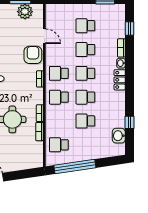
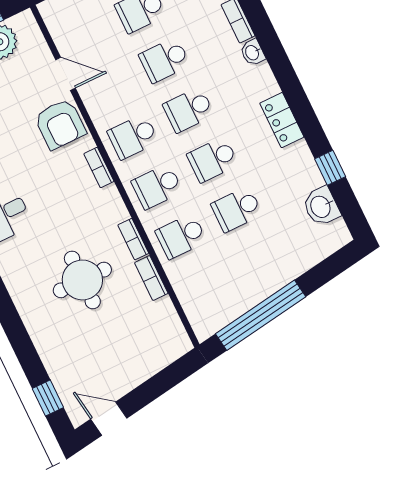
armchair: (33, 55) -> (60, 124), turned 180
locker: (120, 80) -> (282, 120), moved
school desk: (59, 145) -> (181, 236), moved

